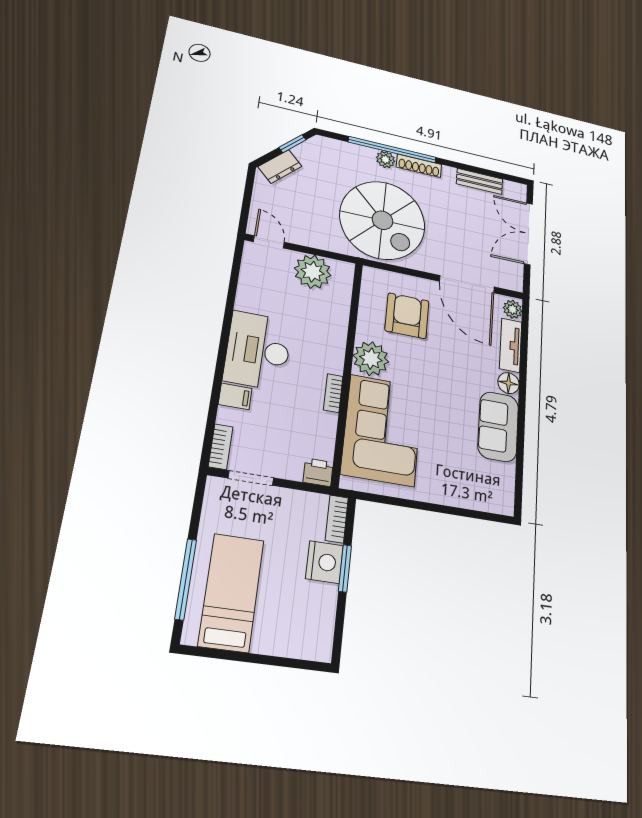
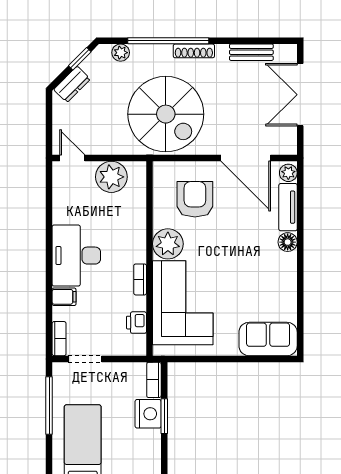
plant: (386, 159) -> (121, 53), moved
sofa: (498, 427) -> (268, 339), moved, turned 90
printer: (318, 472) -> (136, 323), moved, turned -90
window: (186, 579) -> (49, 406), moved

